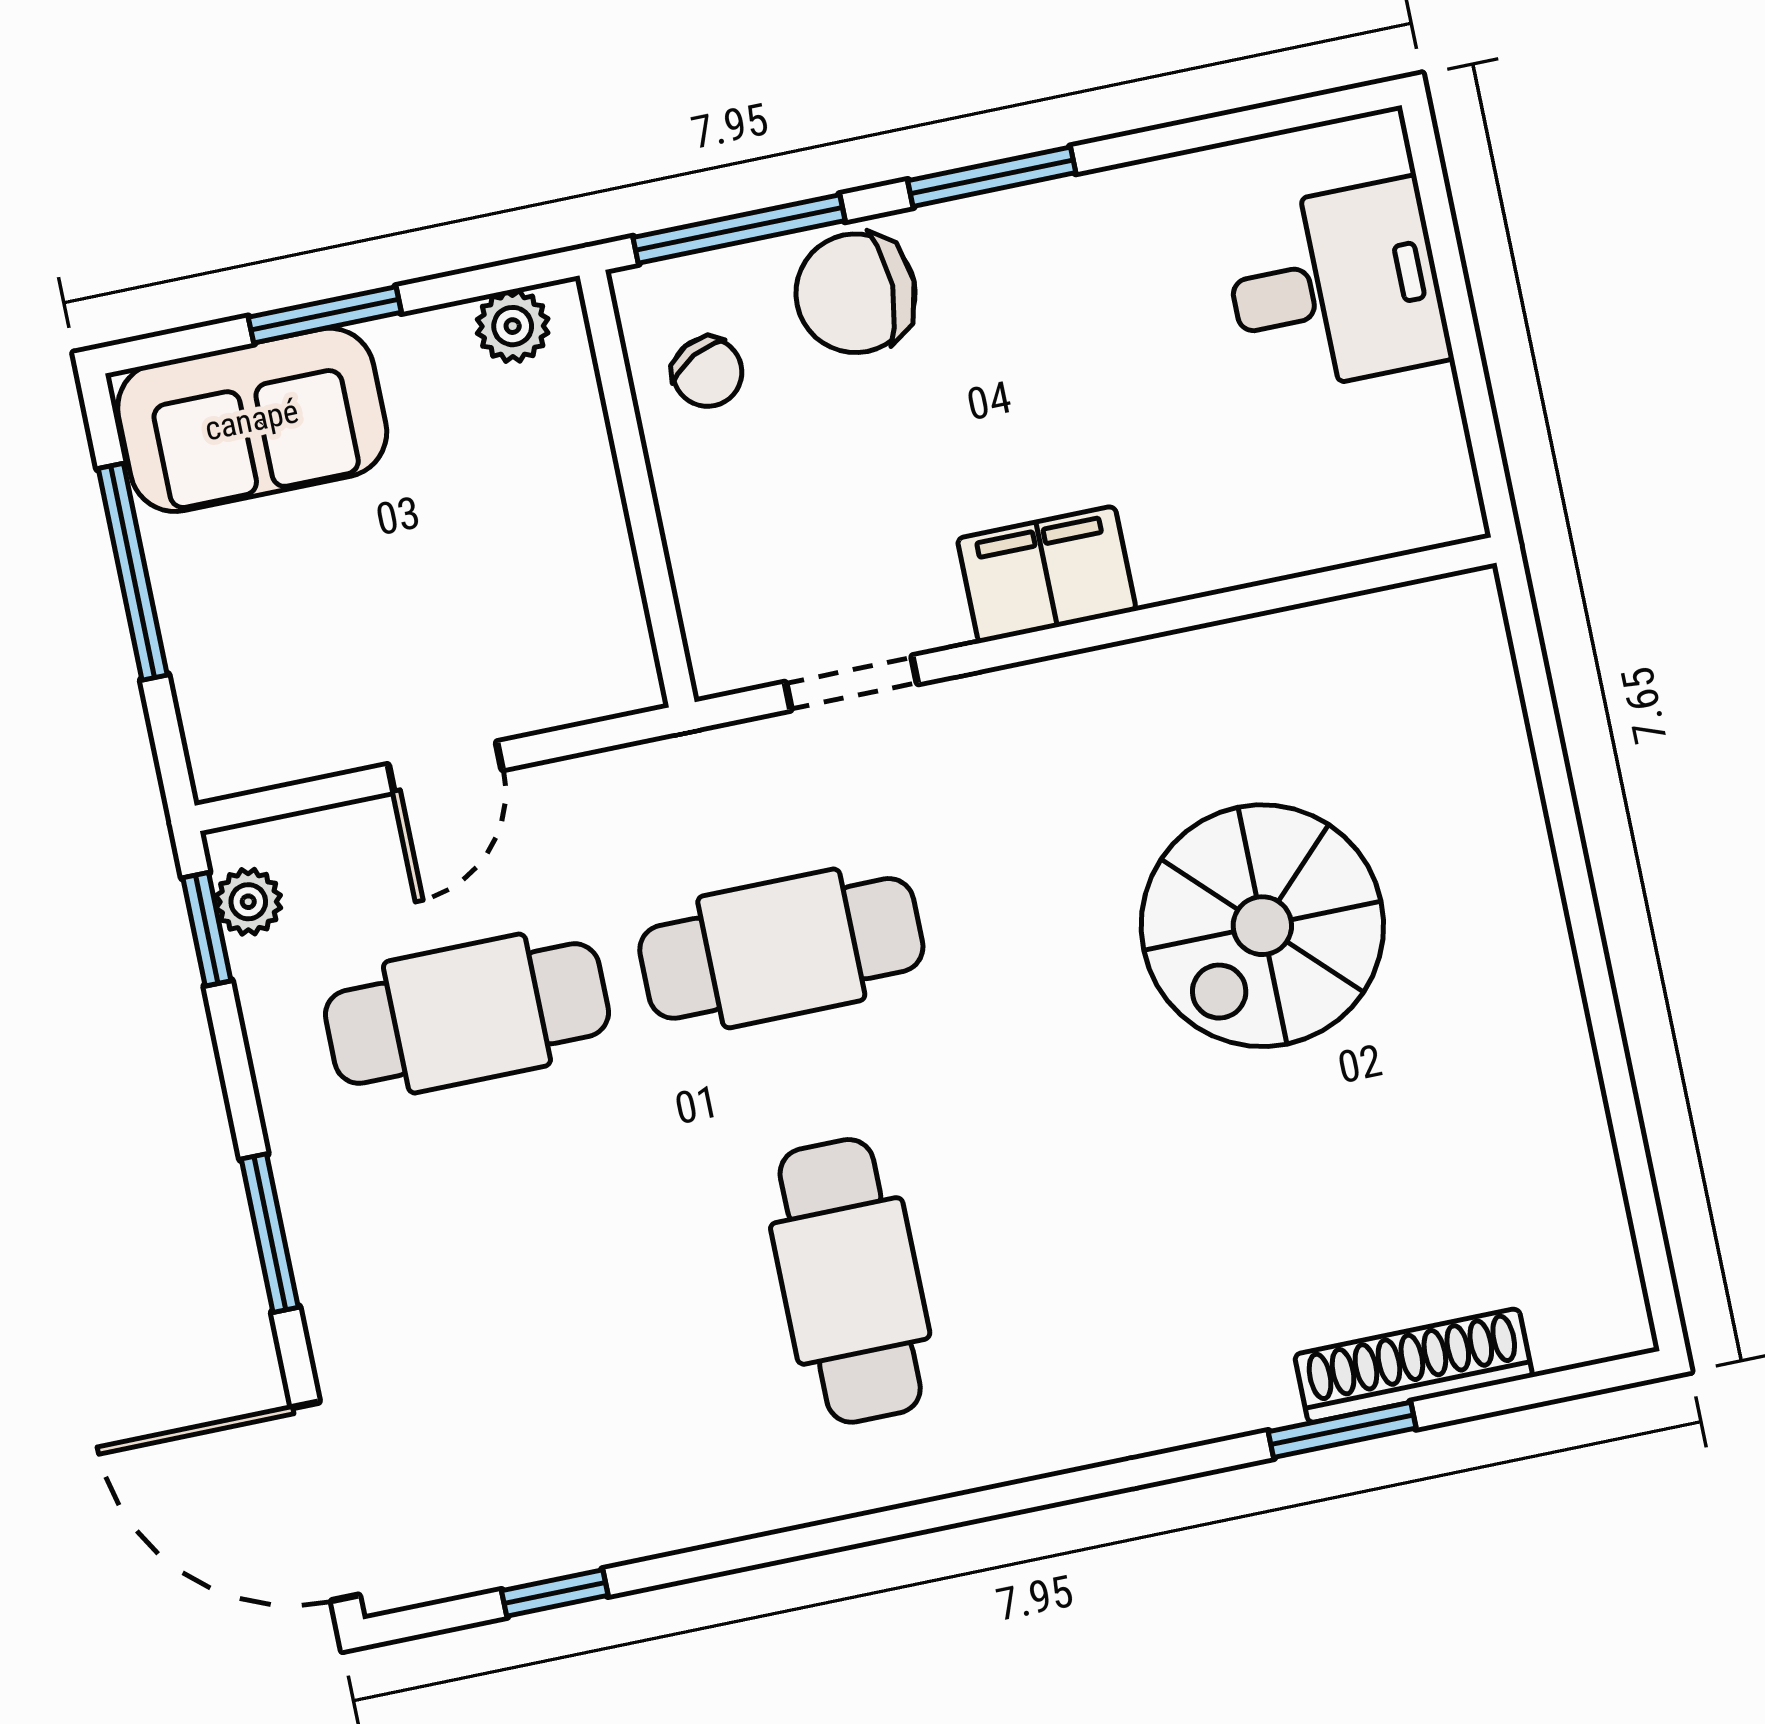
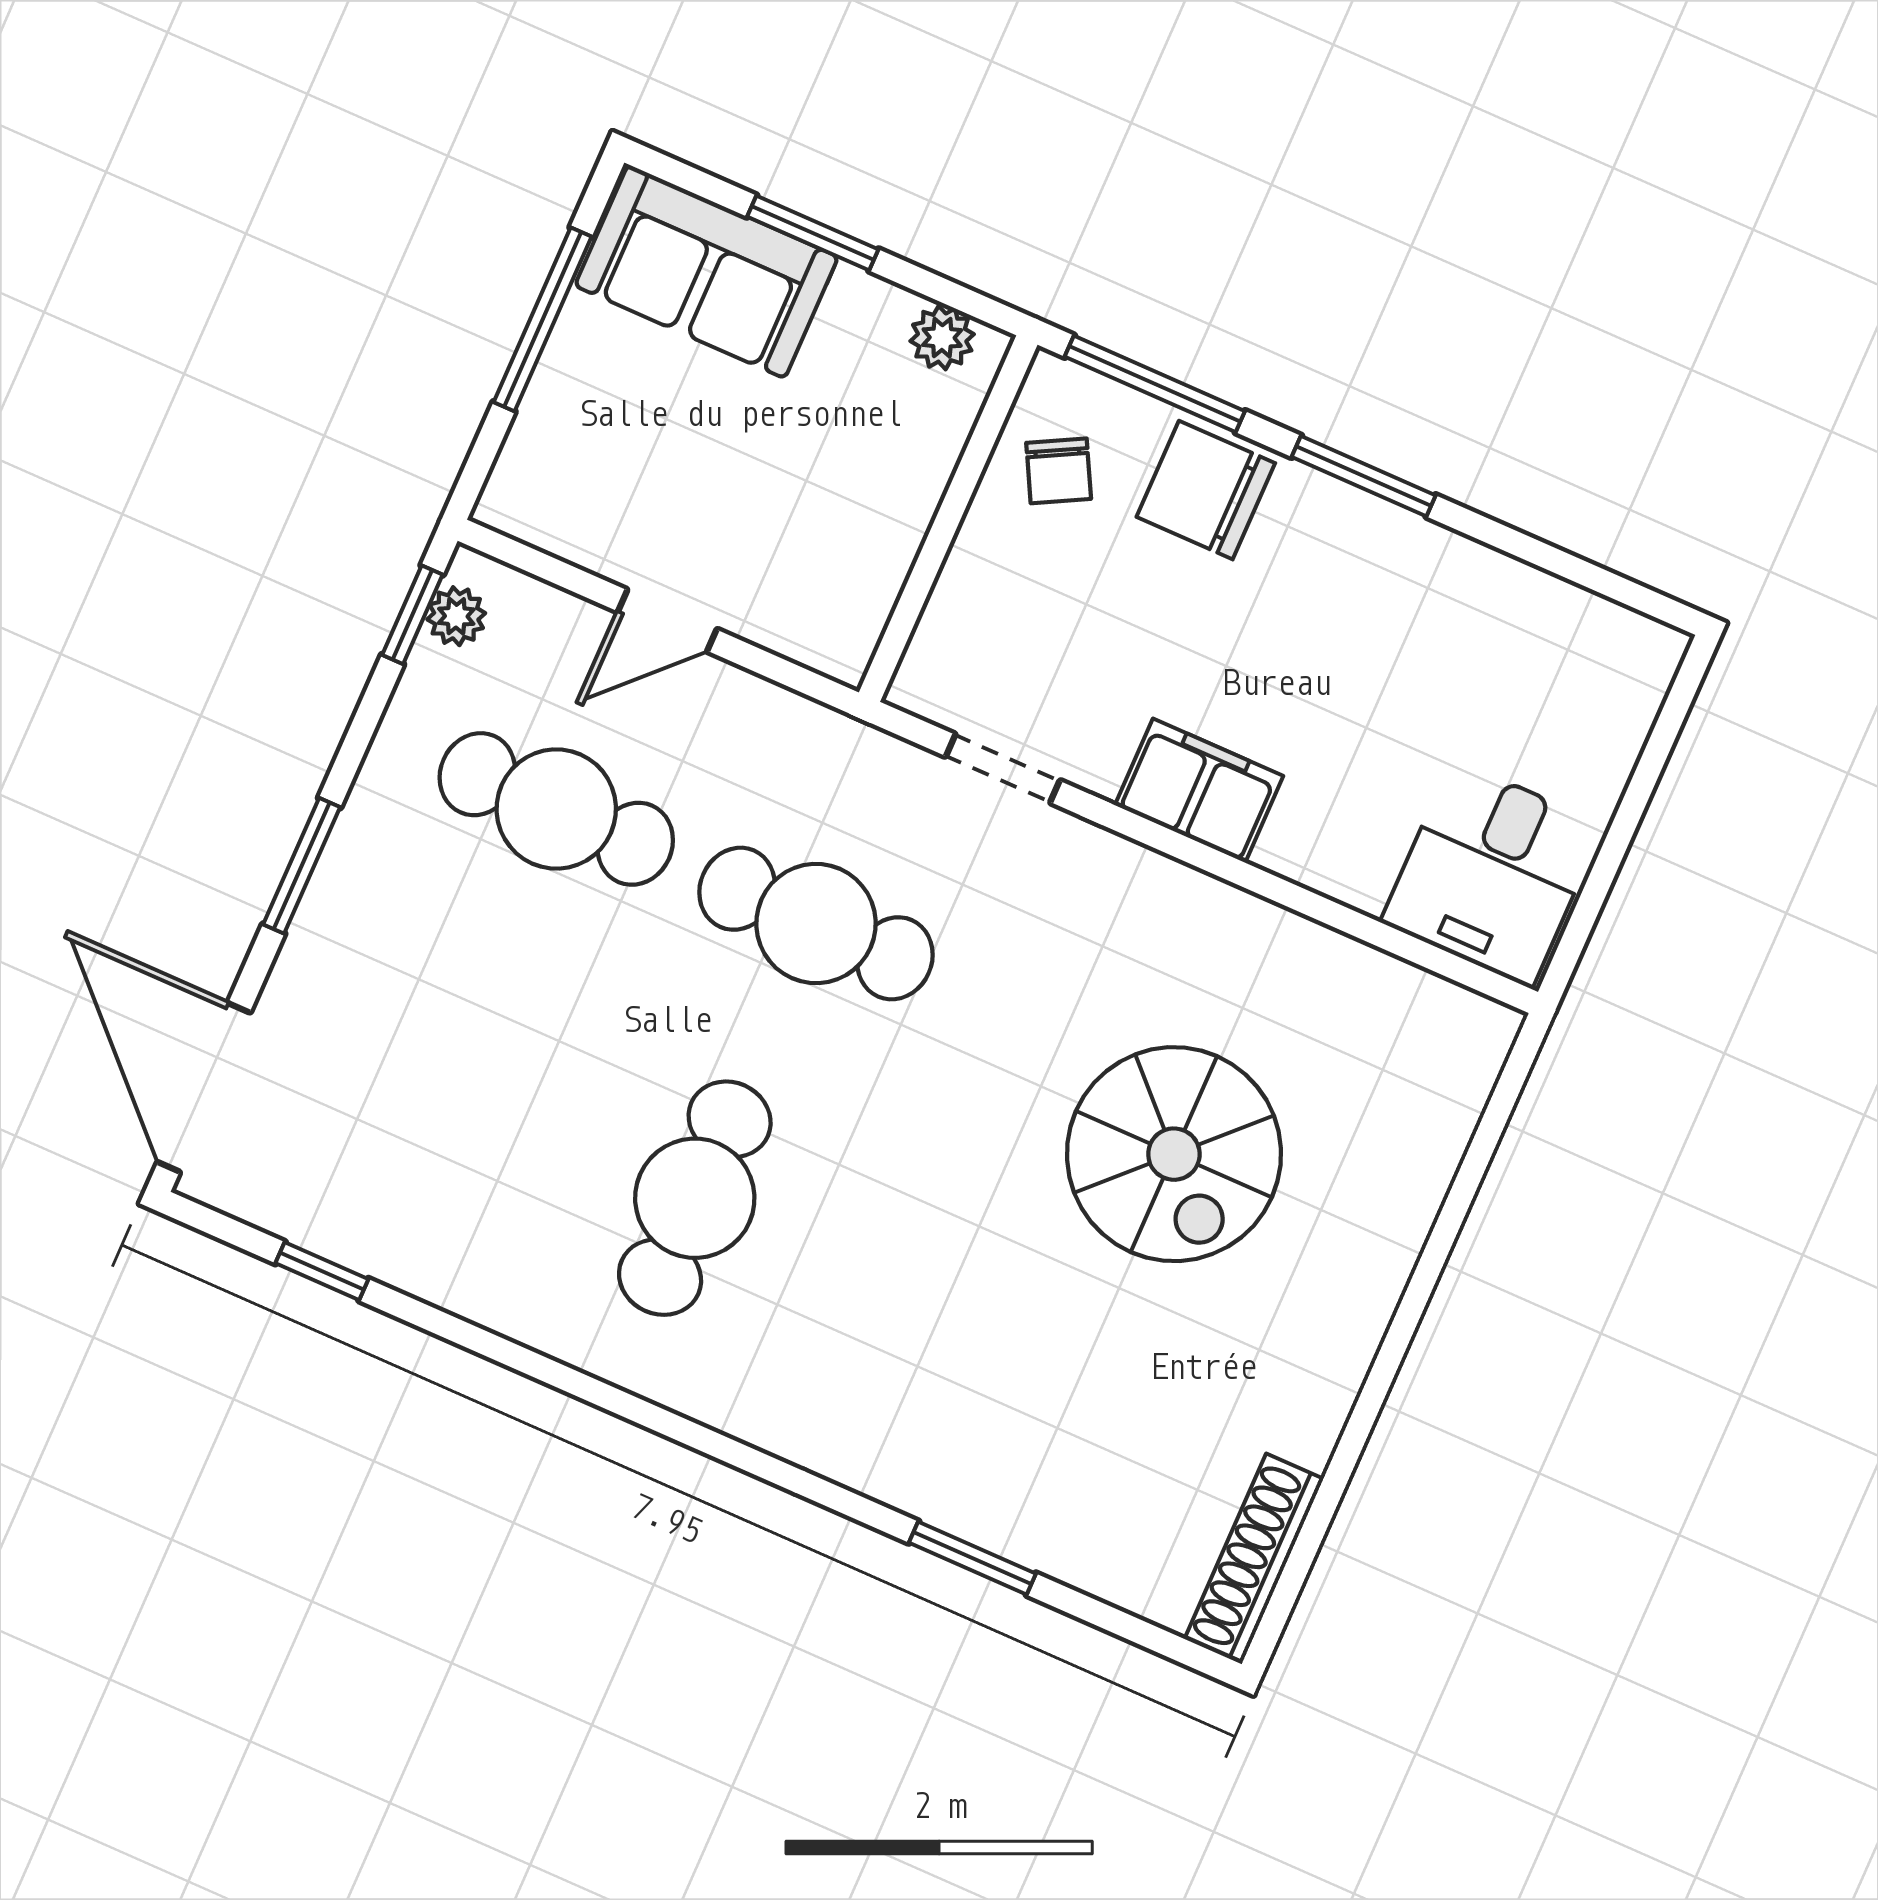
desk: (1336, 287) -> (1492, 873), moved, turned 90
spiral stairs: (1262, 926) -> (1174, 1154), turned -90
shoe rack: (1414, 1366) -> (1254, 1559), moved, turned -90

